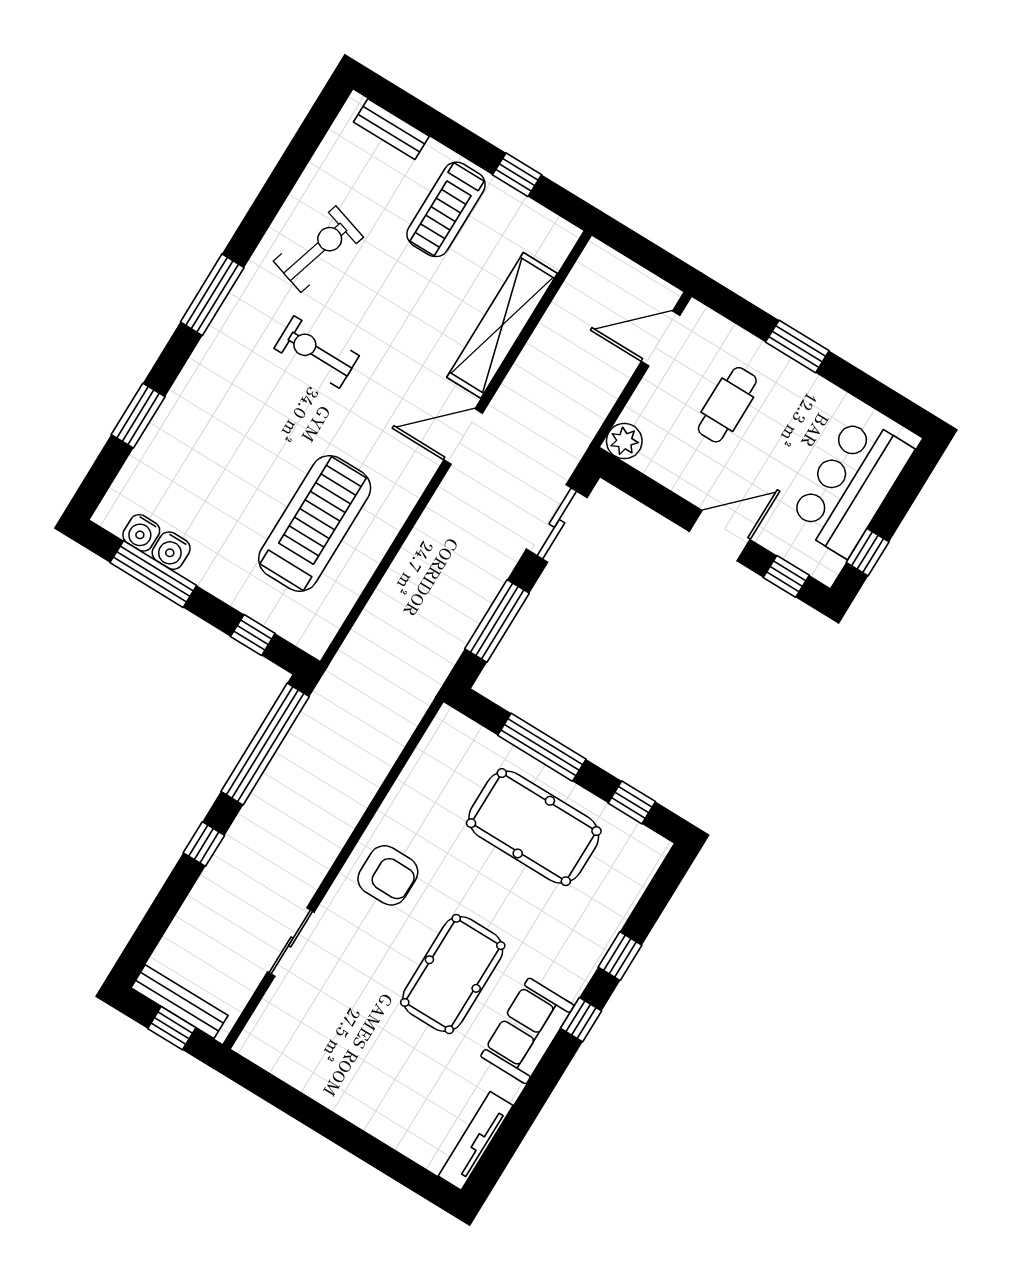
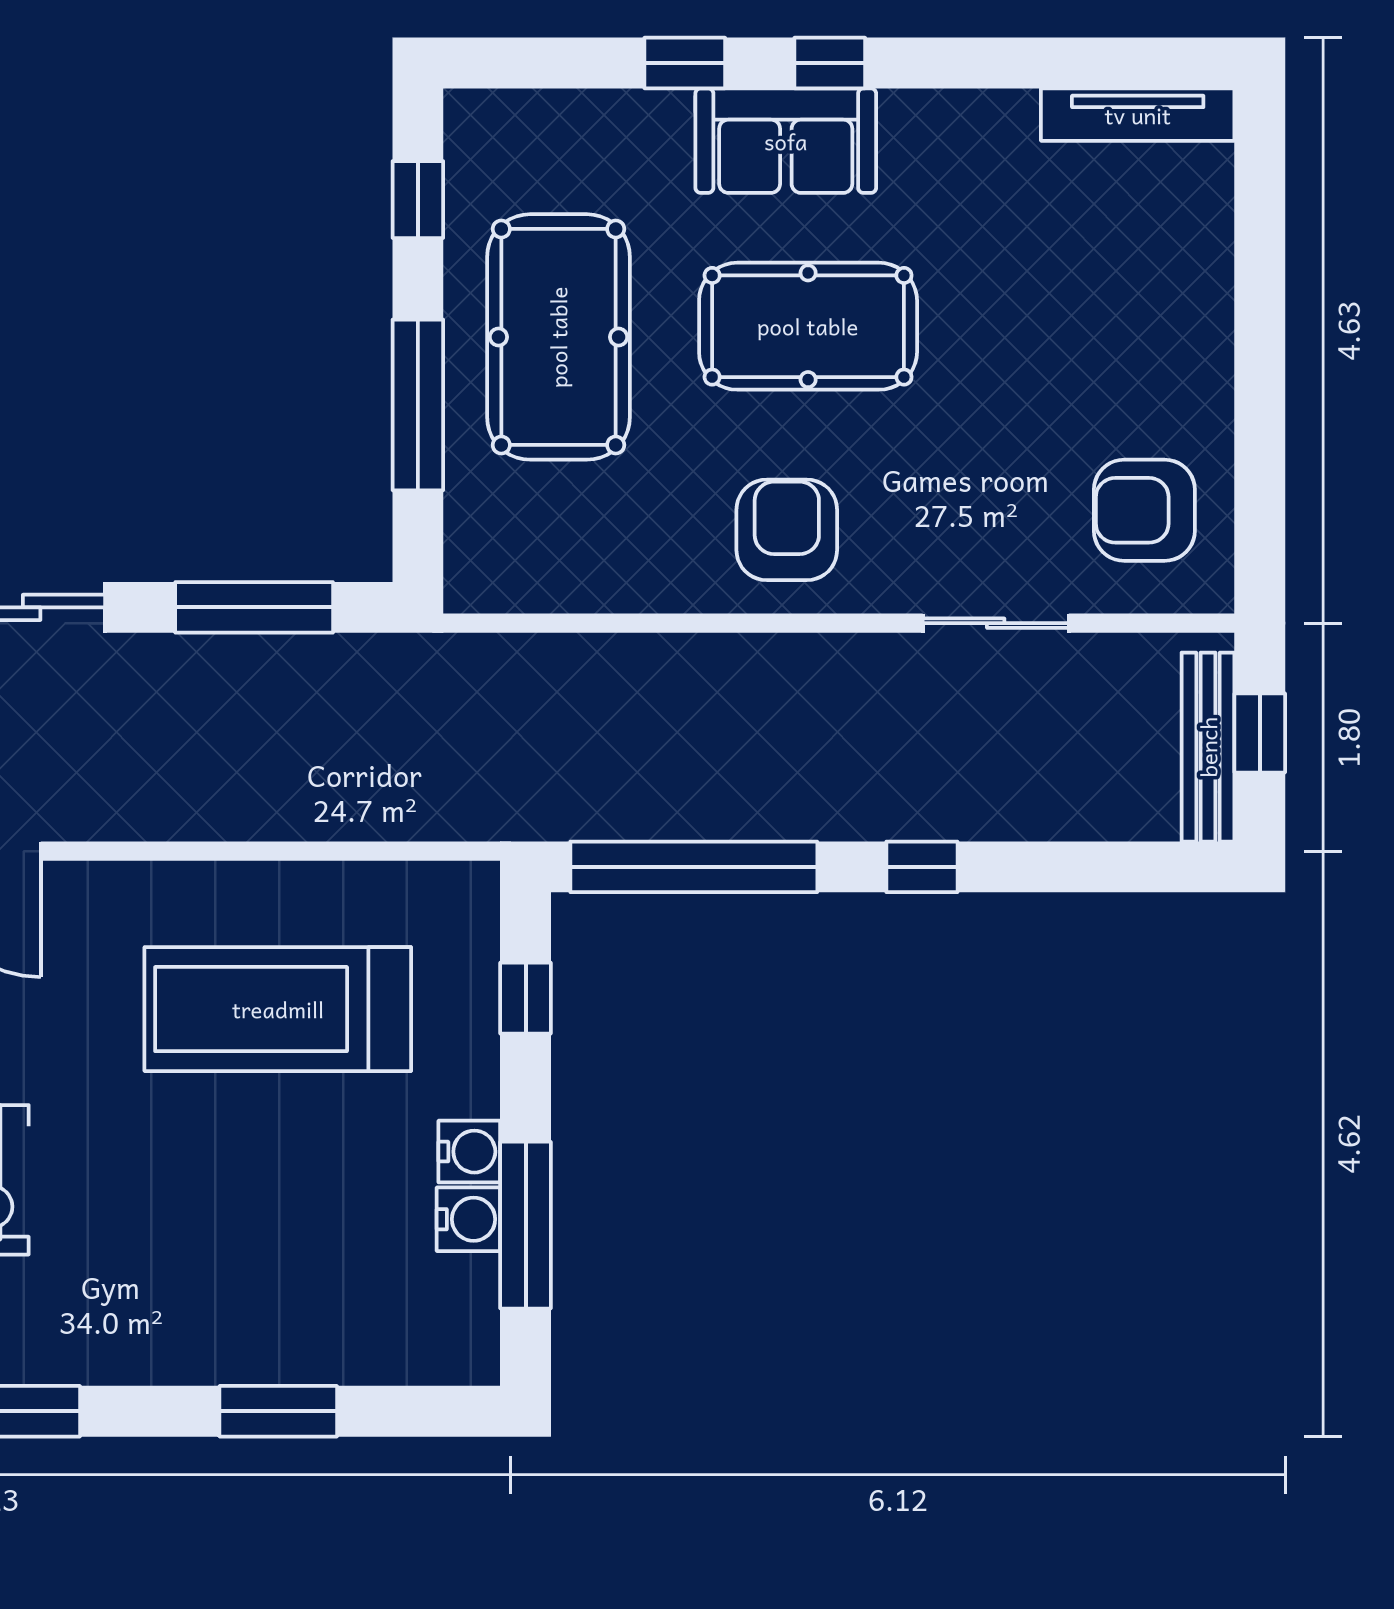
water cooler: (141, 533) -> (469, 1152), moved
pool table: (453, 974) -> (808, 326), moved
sofa: (527, 1031) -> (786, 141), moved
armchair: (300, 1037) -> (1144, 510), added

